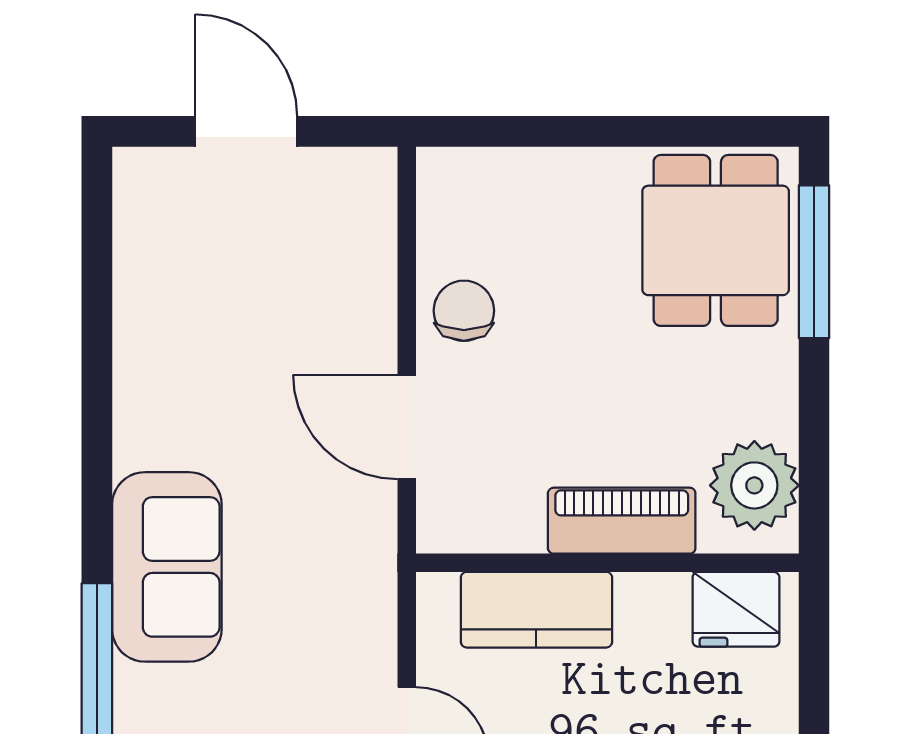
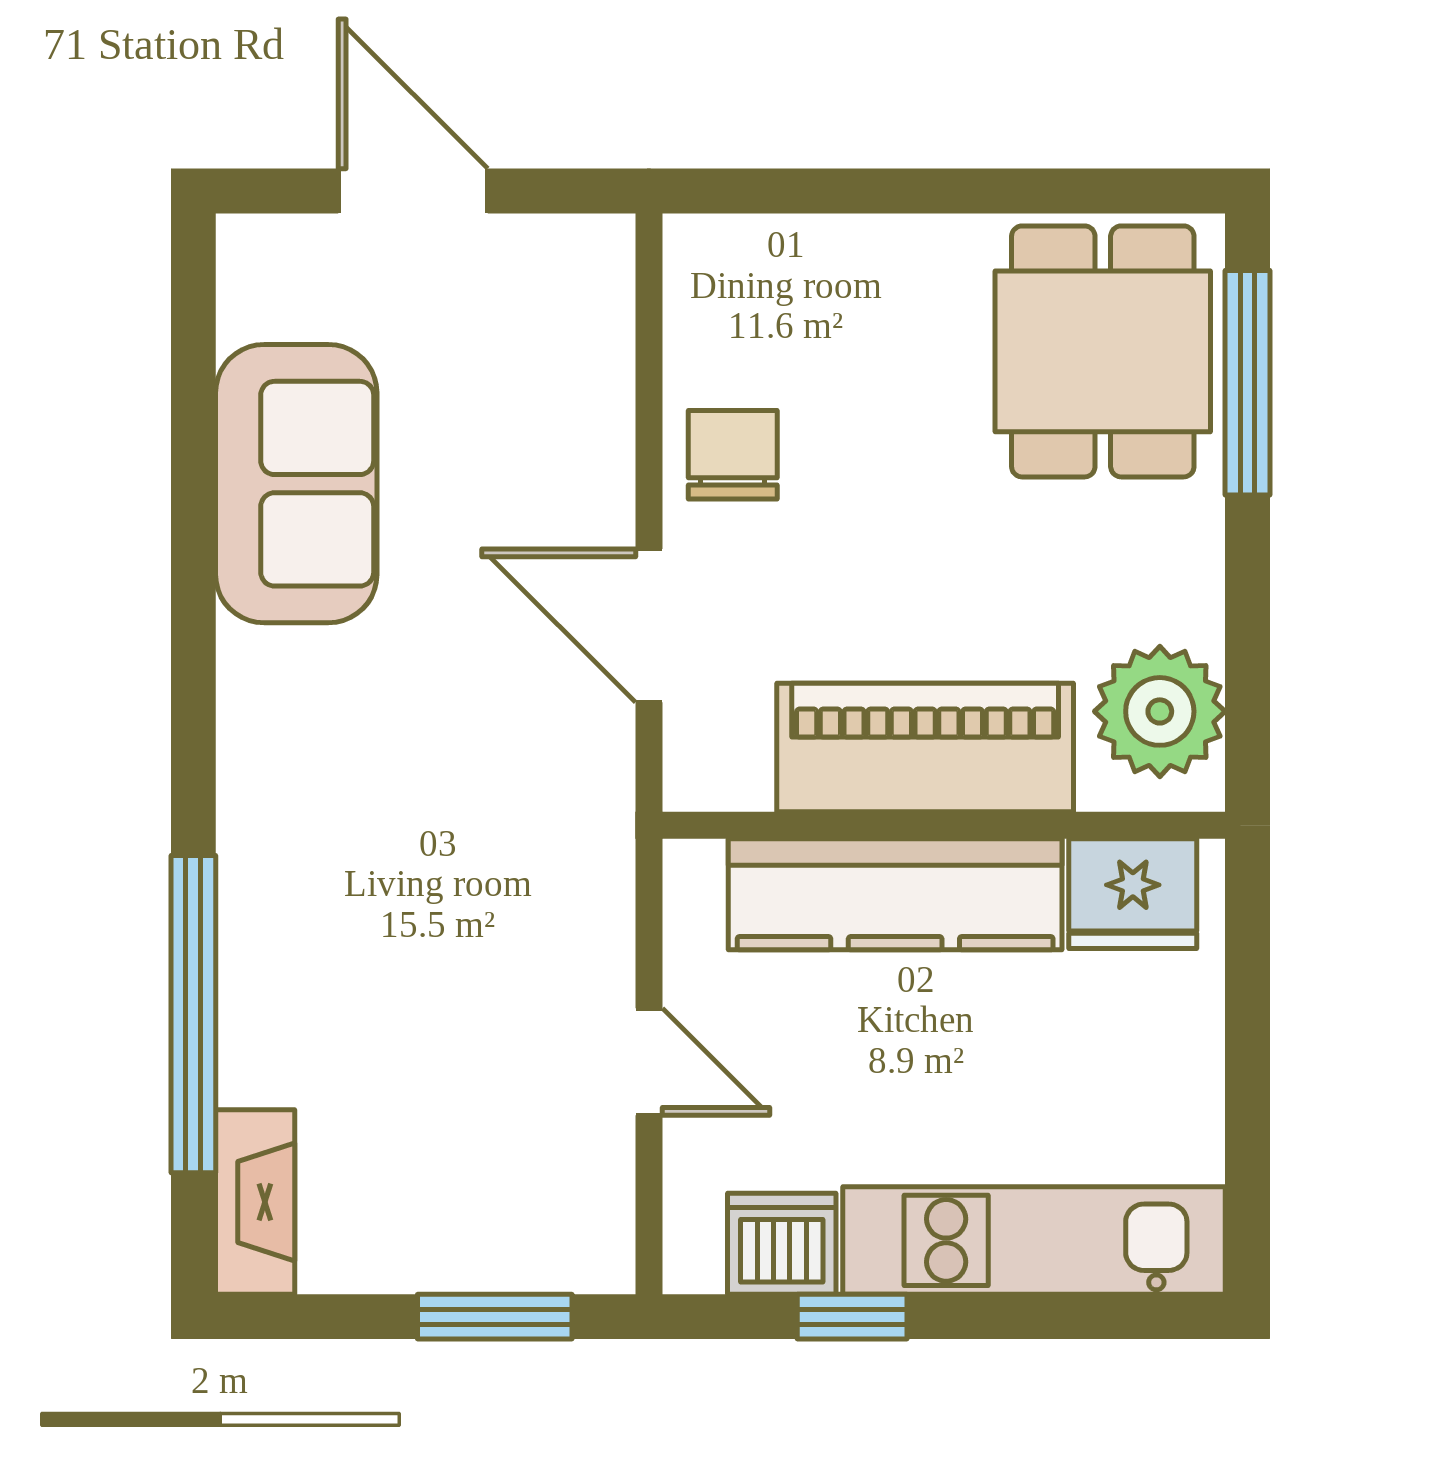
piano: (622, 521) -> (925, 748), width x1.37, depth x1.33
sofa: (167, 567) -> (296, 484), moved
kitchen counter: (536, 610) -> (895, 894), width x1.50

